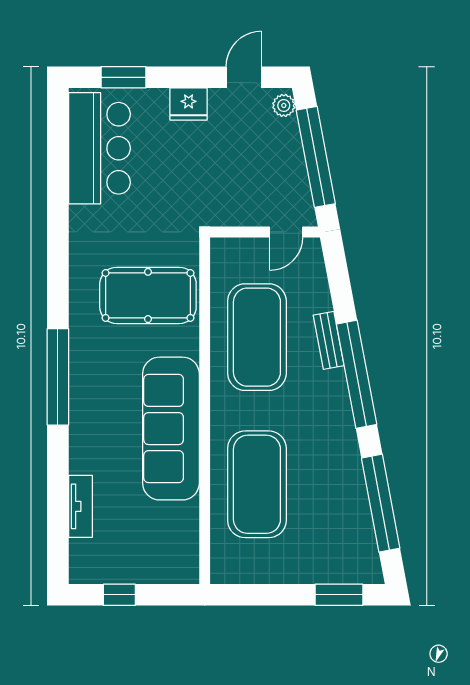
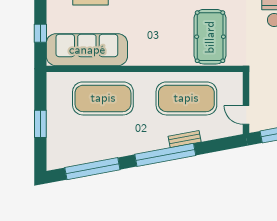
sofa: (171, 429) -> (87, 50), moved
window: (119, 595) -> (40, 33), moved
window: (339, 595) -> (40, 124), moved

